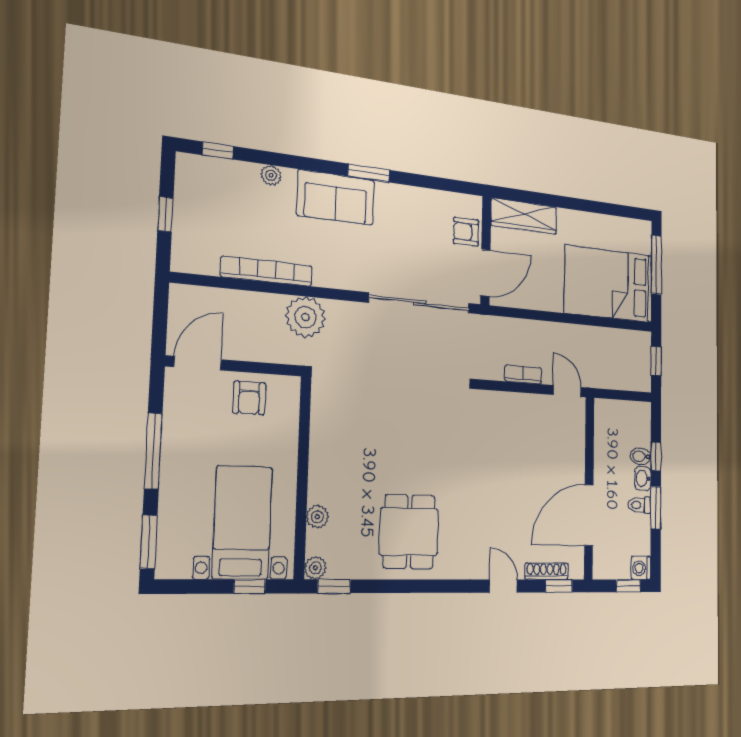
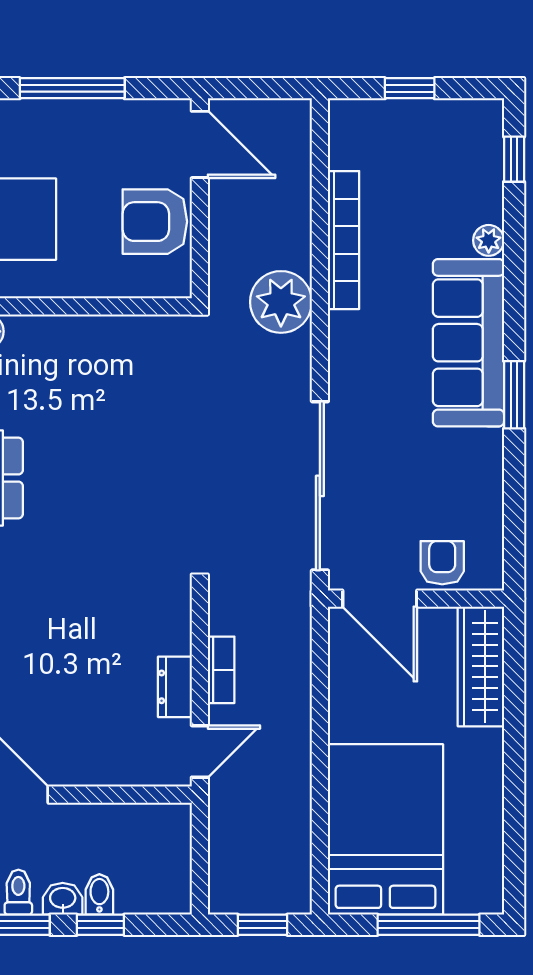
sofa: (336, 198) -> (468, 343), width x1.36
armchair: (249, 398) -> (155, 222), width x1.38, depth x1.38
dresser: (532, 404) -> (175, 687), added

